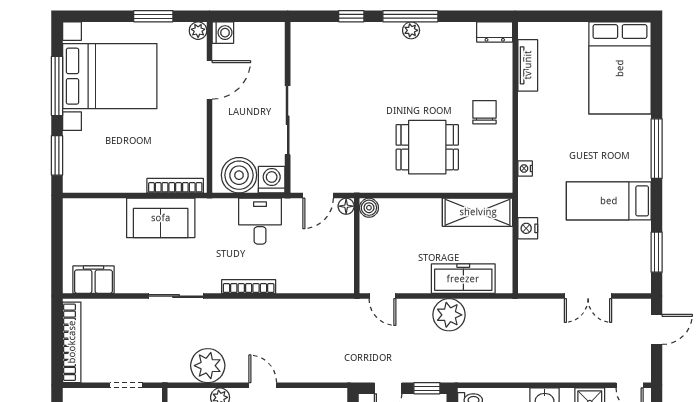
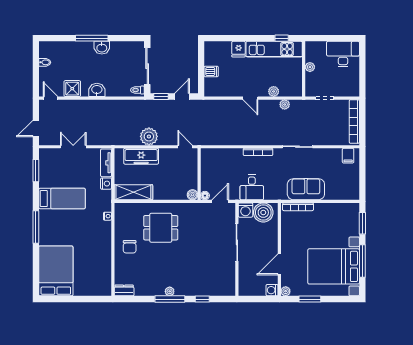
tv unit: (528, 65) -> (106, 163), moved
filing cabinet: (94, 280) -> (348, 156), width x0.50
plant: (208, 366) -> (285, 104), width x0.53, depth x0.53

